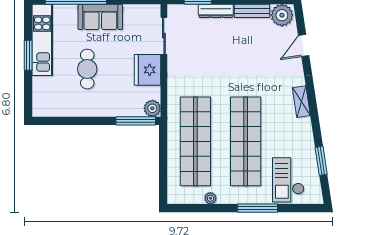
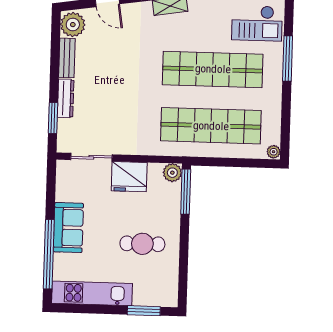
window: (28, 55) -> (144, 311), moved
cafe table: (87, 69) -> (142, 244), moved
plant: (210, 198) -> (274, 152), moved

